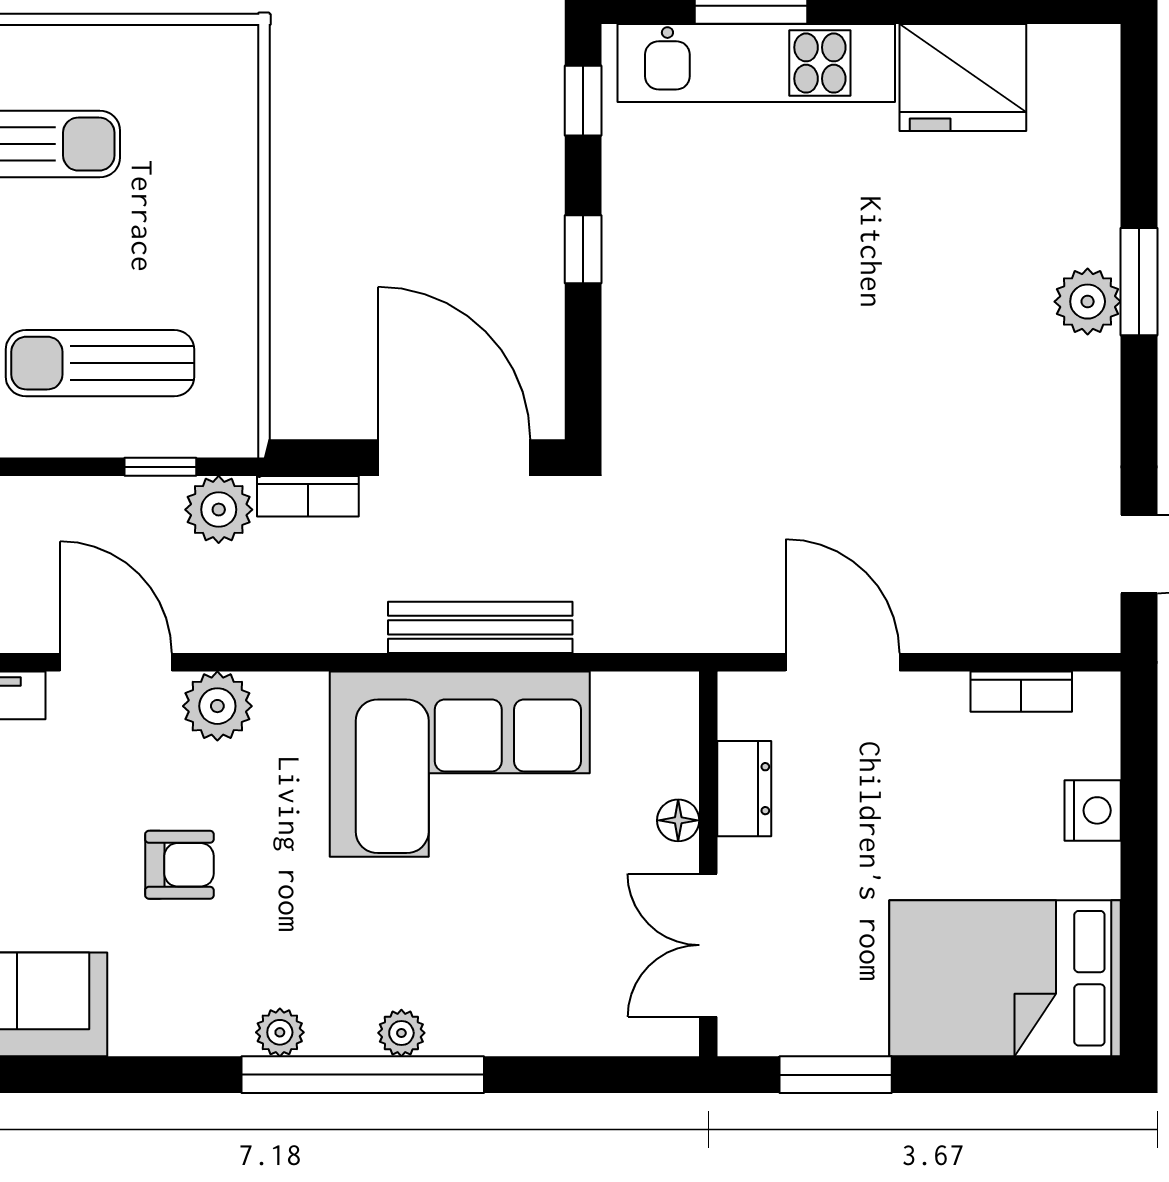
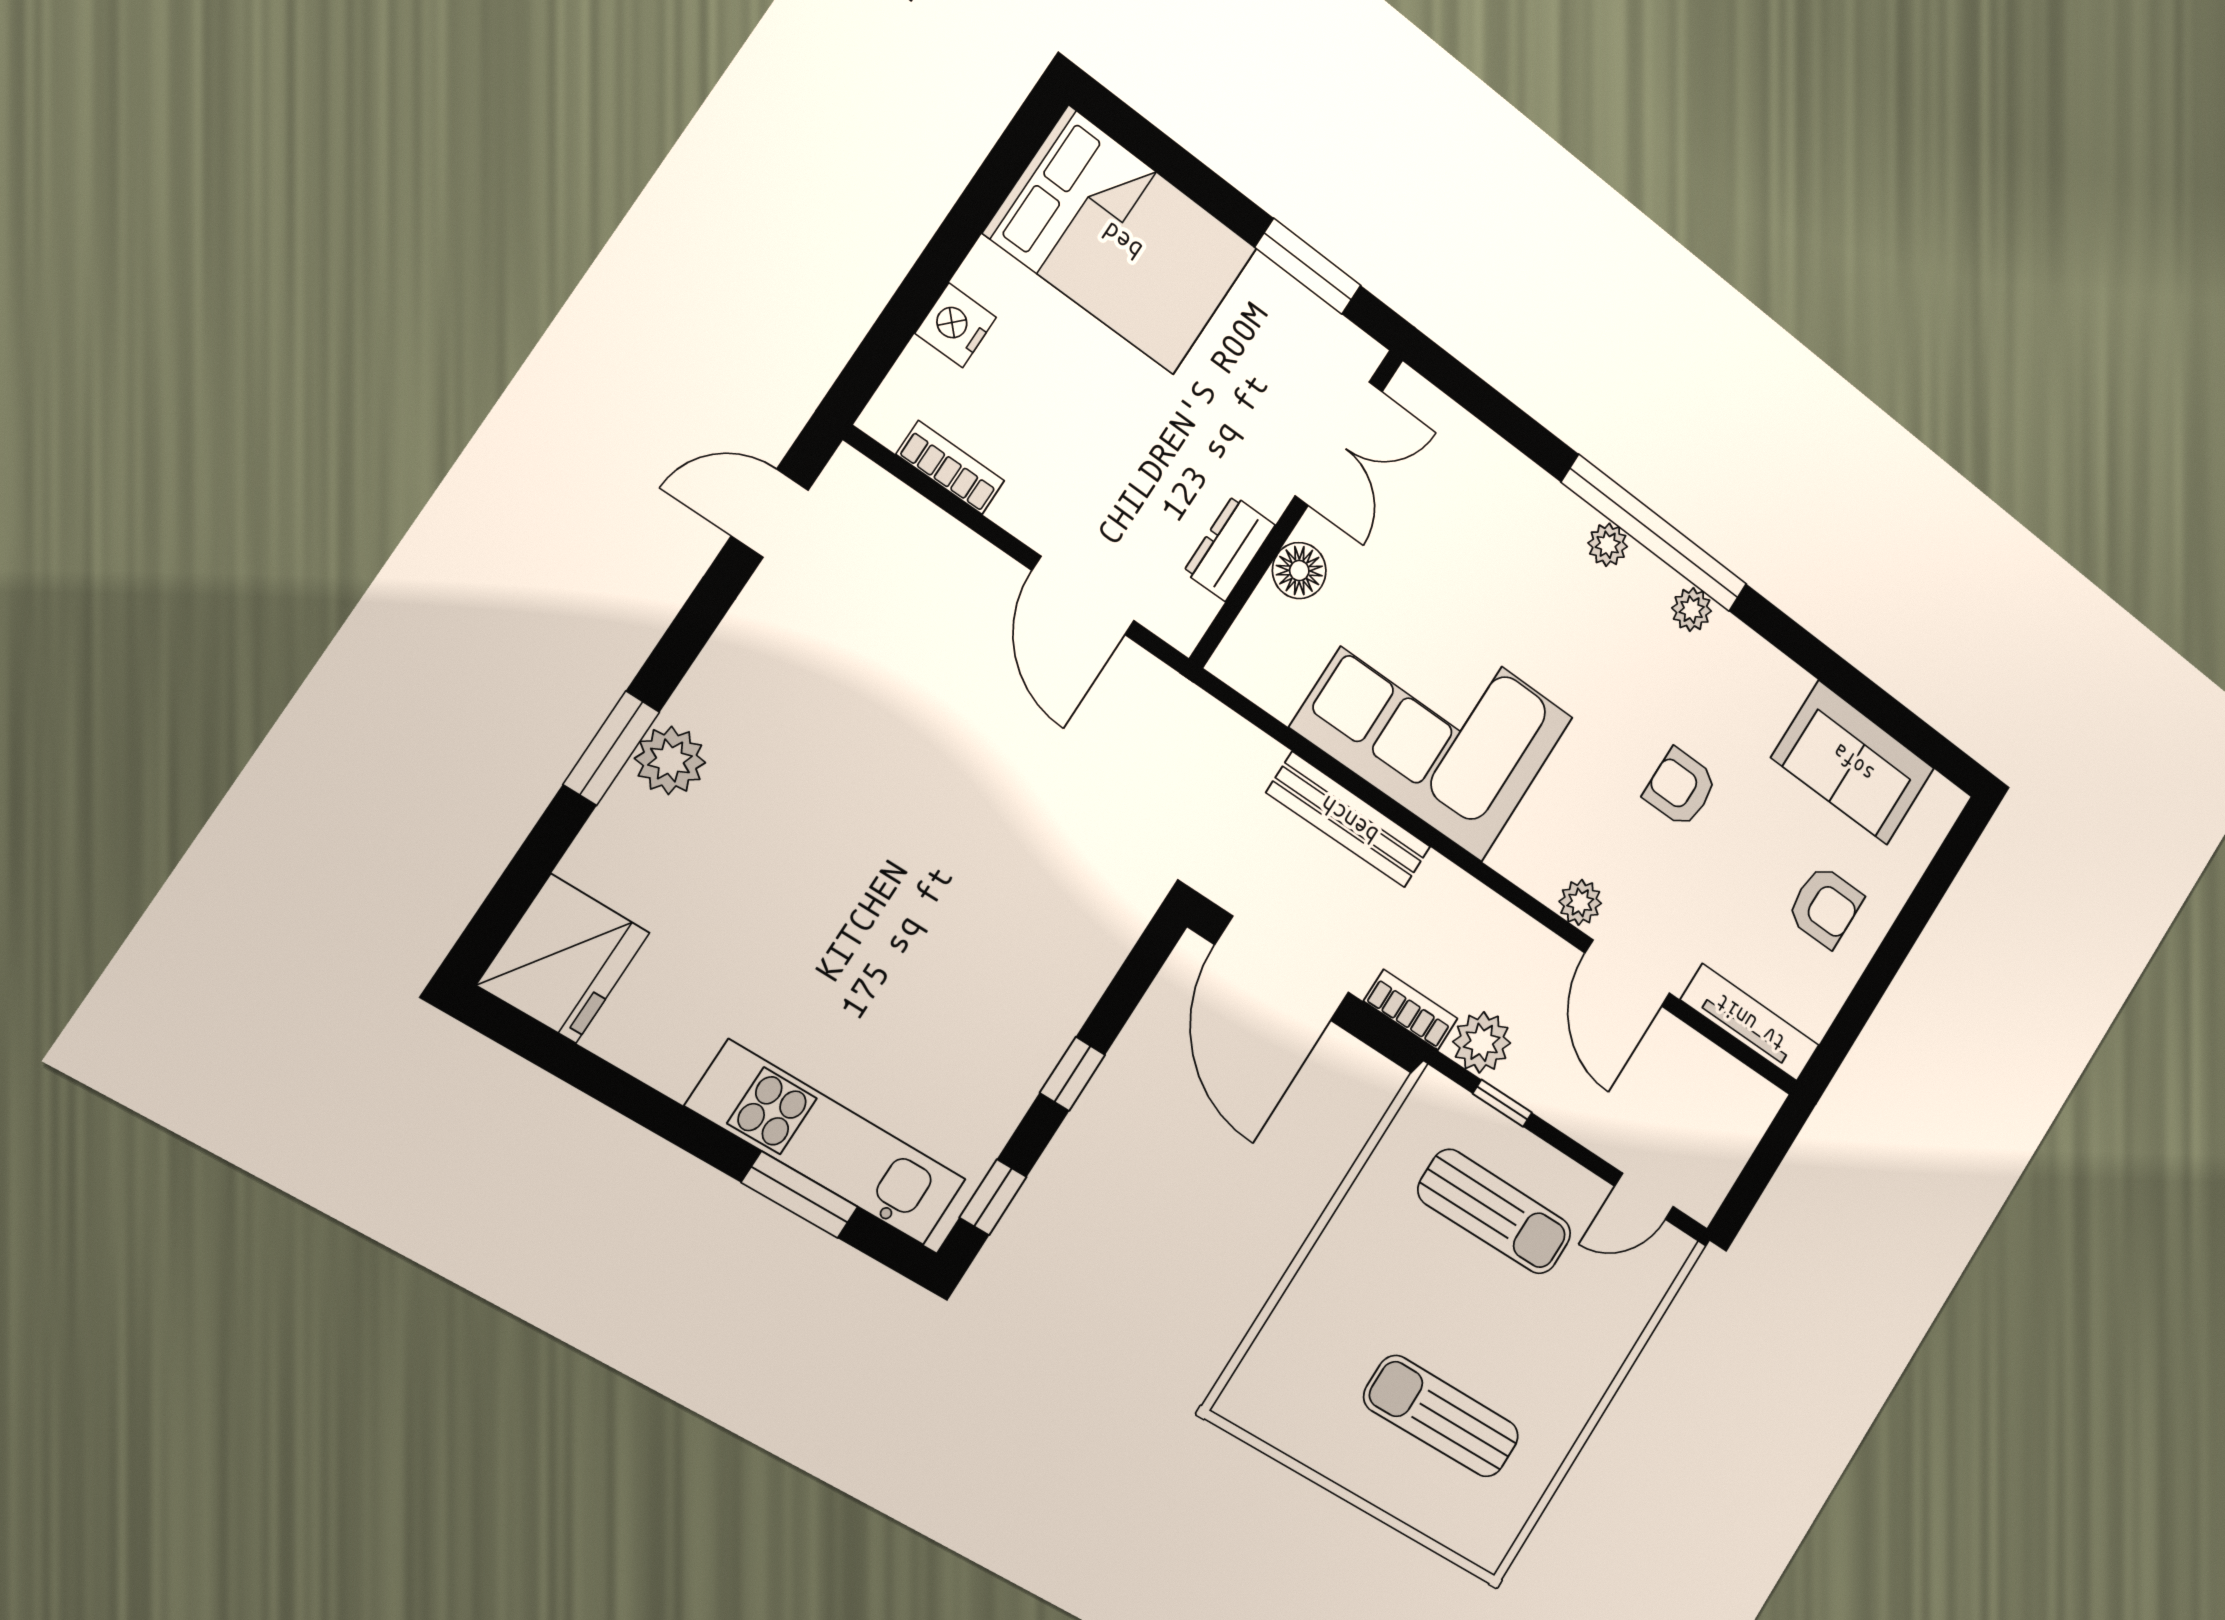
fridge: (963, 78) -> (563, 959), moved, turned 90
plant: (217, 706) -> (1580, 902), width x0.73, depth x0.73
floor lamp: (678, 820) -> (1299, 571), width x1.37, depth x1.37

